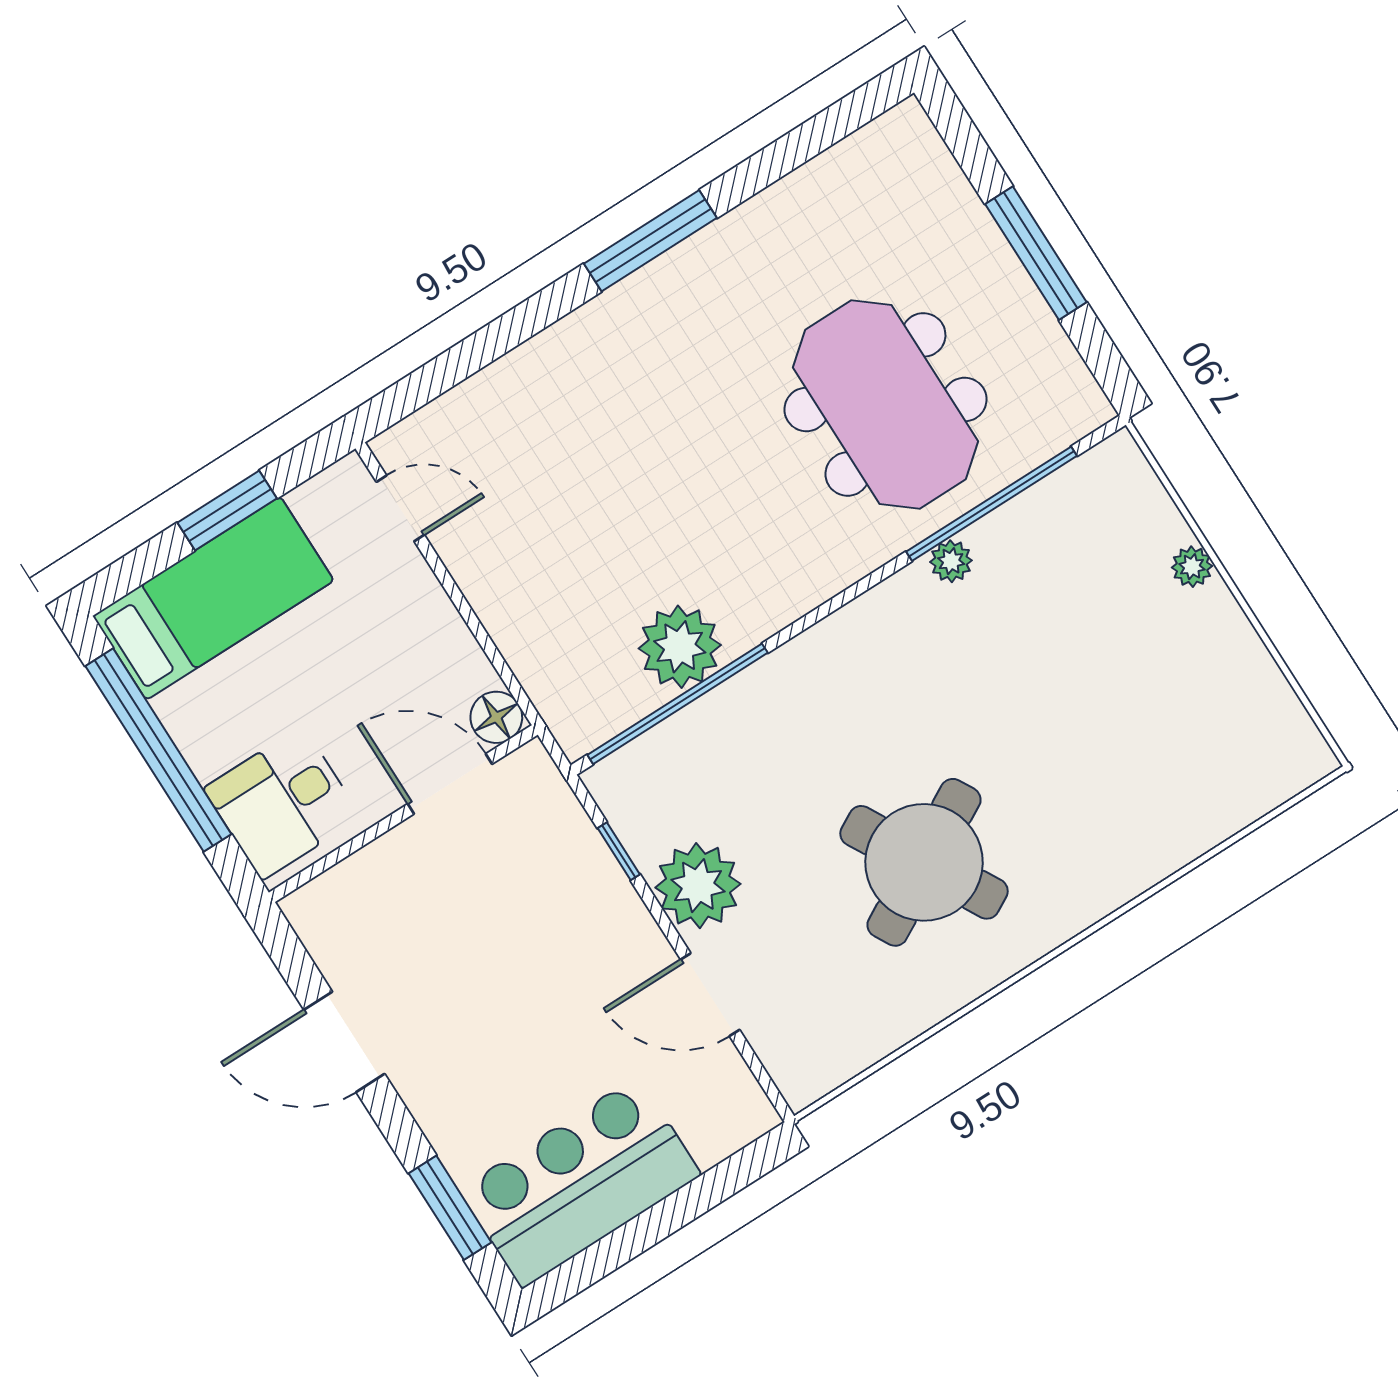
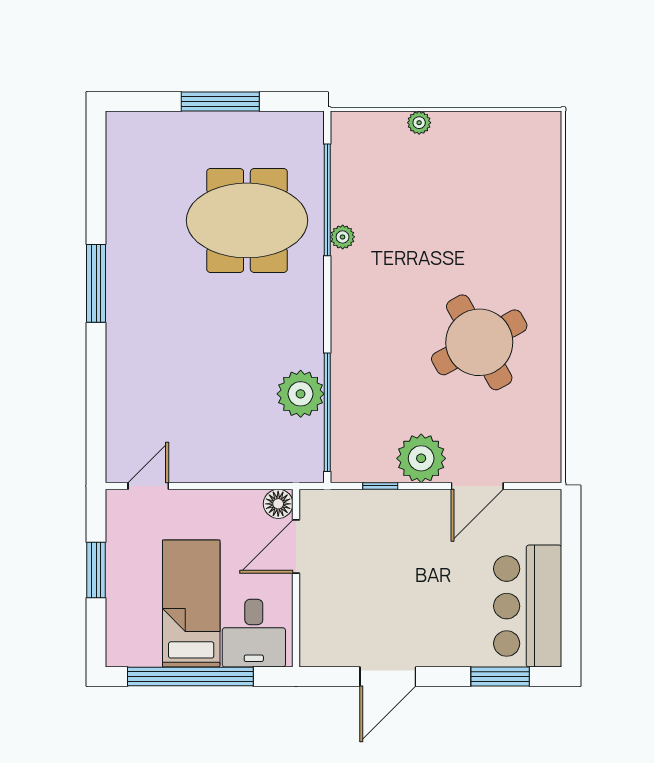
bed: (213, 598) -> (191, 604), moved

